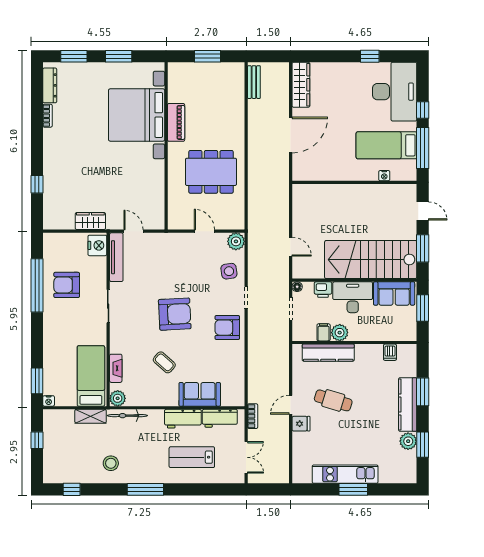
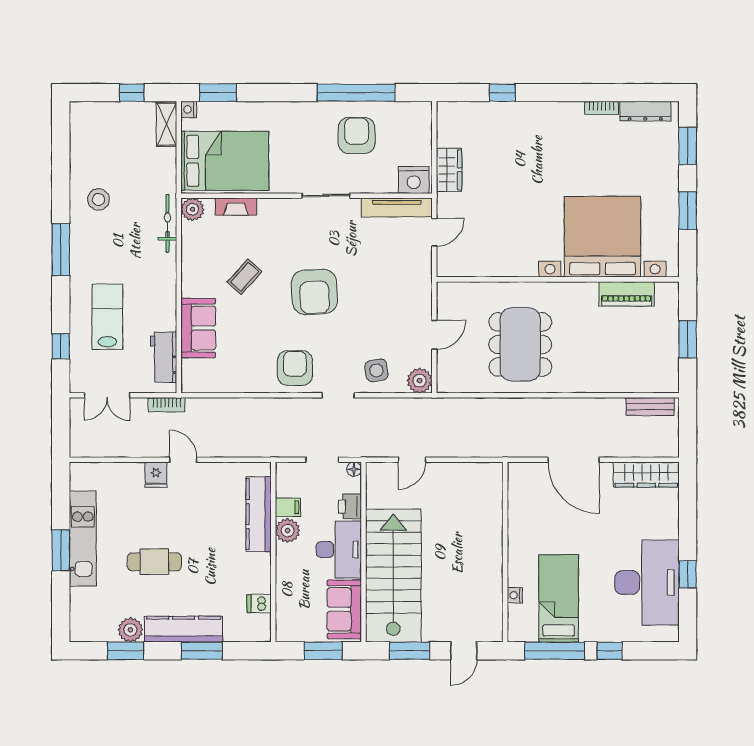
desk: (395, 92) -> (647, 582), moved, turned -90
piano: (176, 122) -> (627, 294), moved
bed: (91, 376) -> (225, 161), width x1.50
cafe table: (333, 400) -> (154, 562), moved, turned 73
shelving: (91, 416) -> (167, 124), moved
workbench: (183, 419) -> (163, 304), removed
window: (72, 489) -> (61, 346), moved

